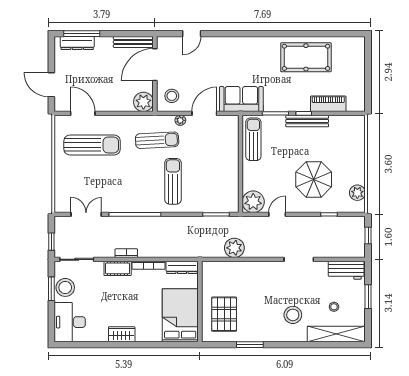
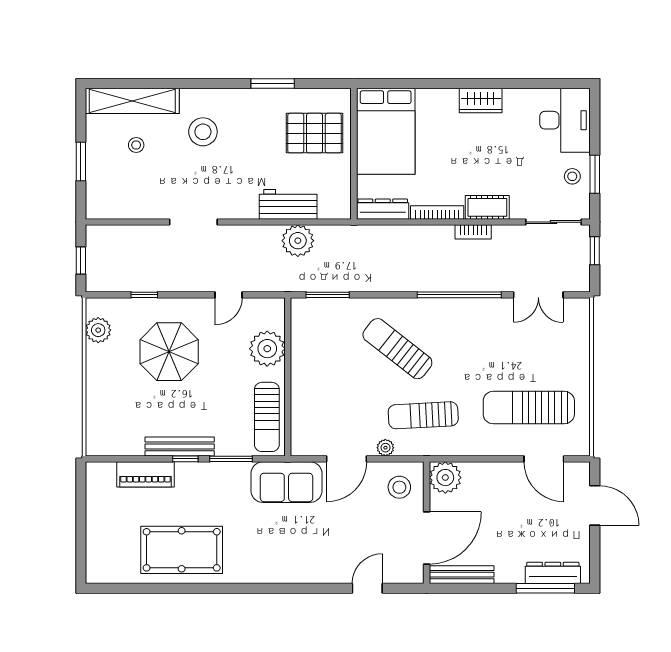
sun lounger: (173, 181) -> (397, 349), turned 128
plant: (253, 202) -> (267, 349), moved
workbench: (346, 270) -> (288, 204), moved
stool: (65, 287) -> (572, 176), width x0.53, depth x0.53
pallet: (224, 314) -> (315, 133), turned 90

